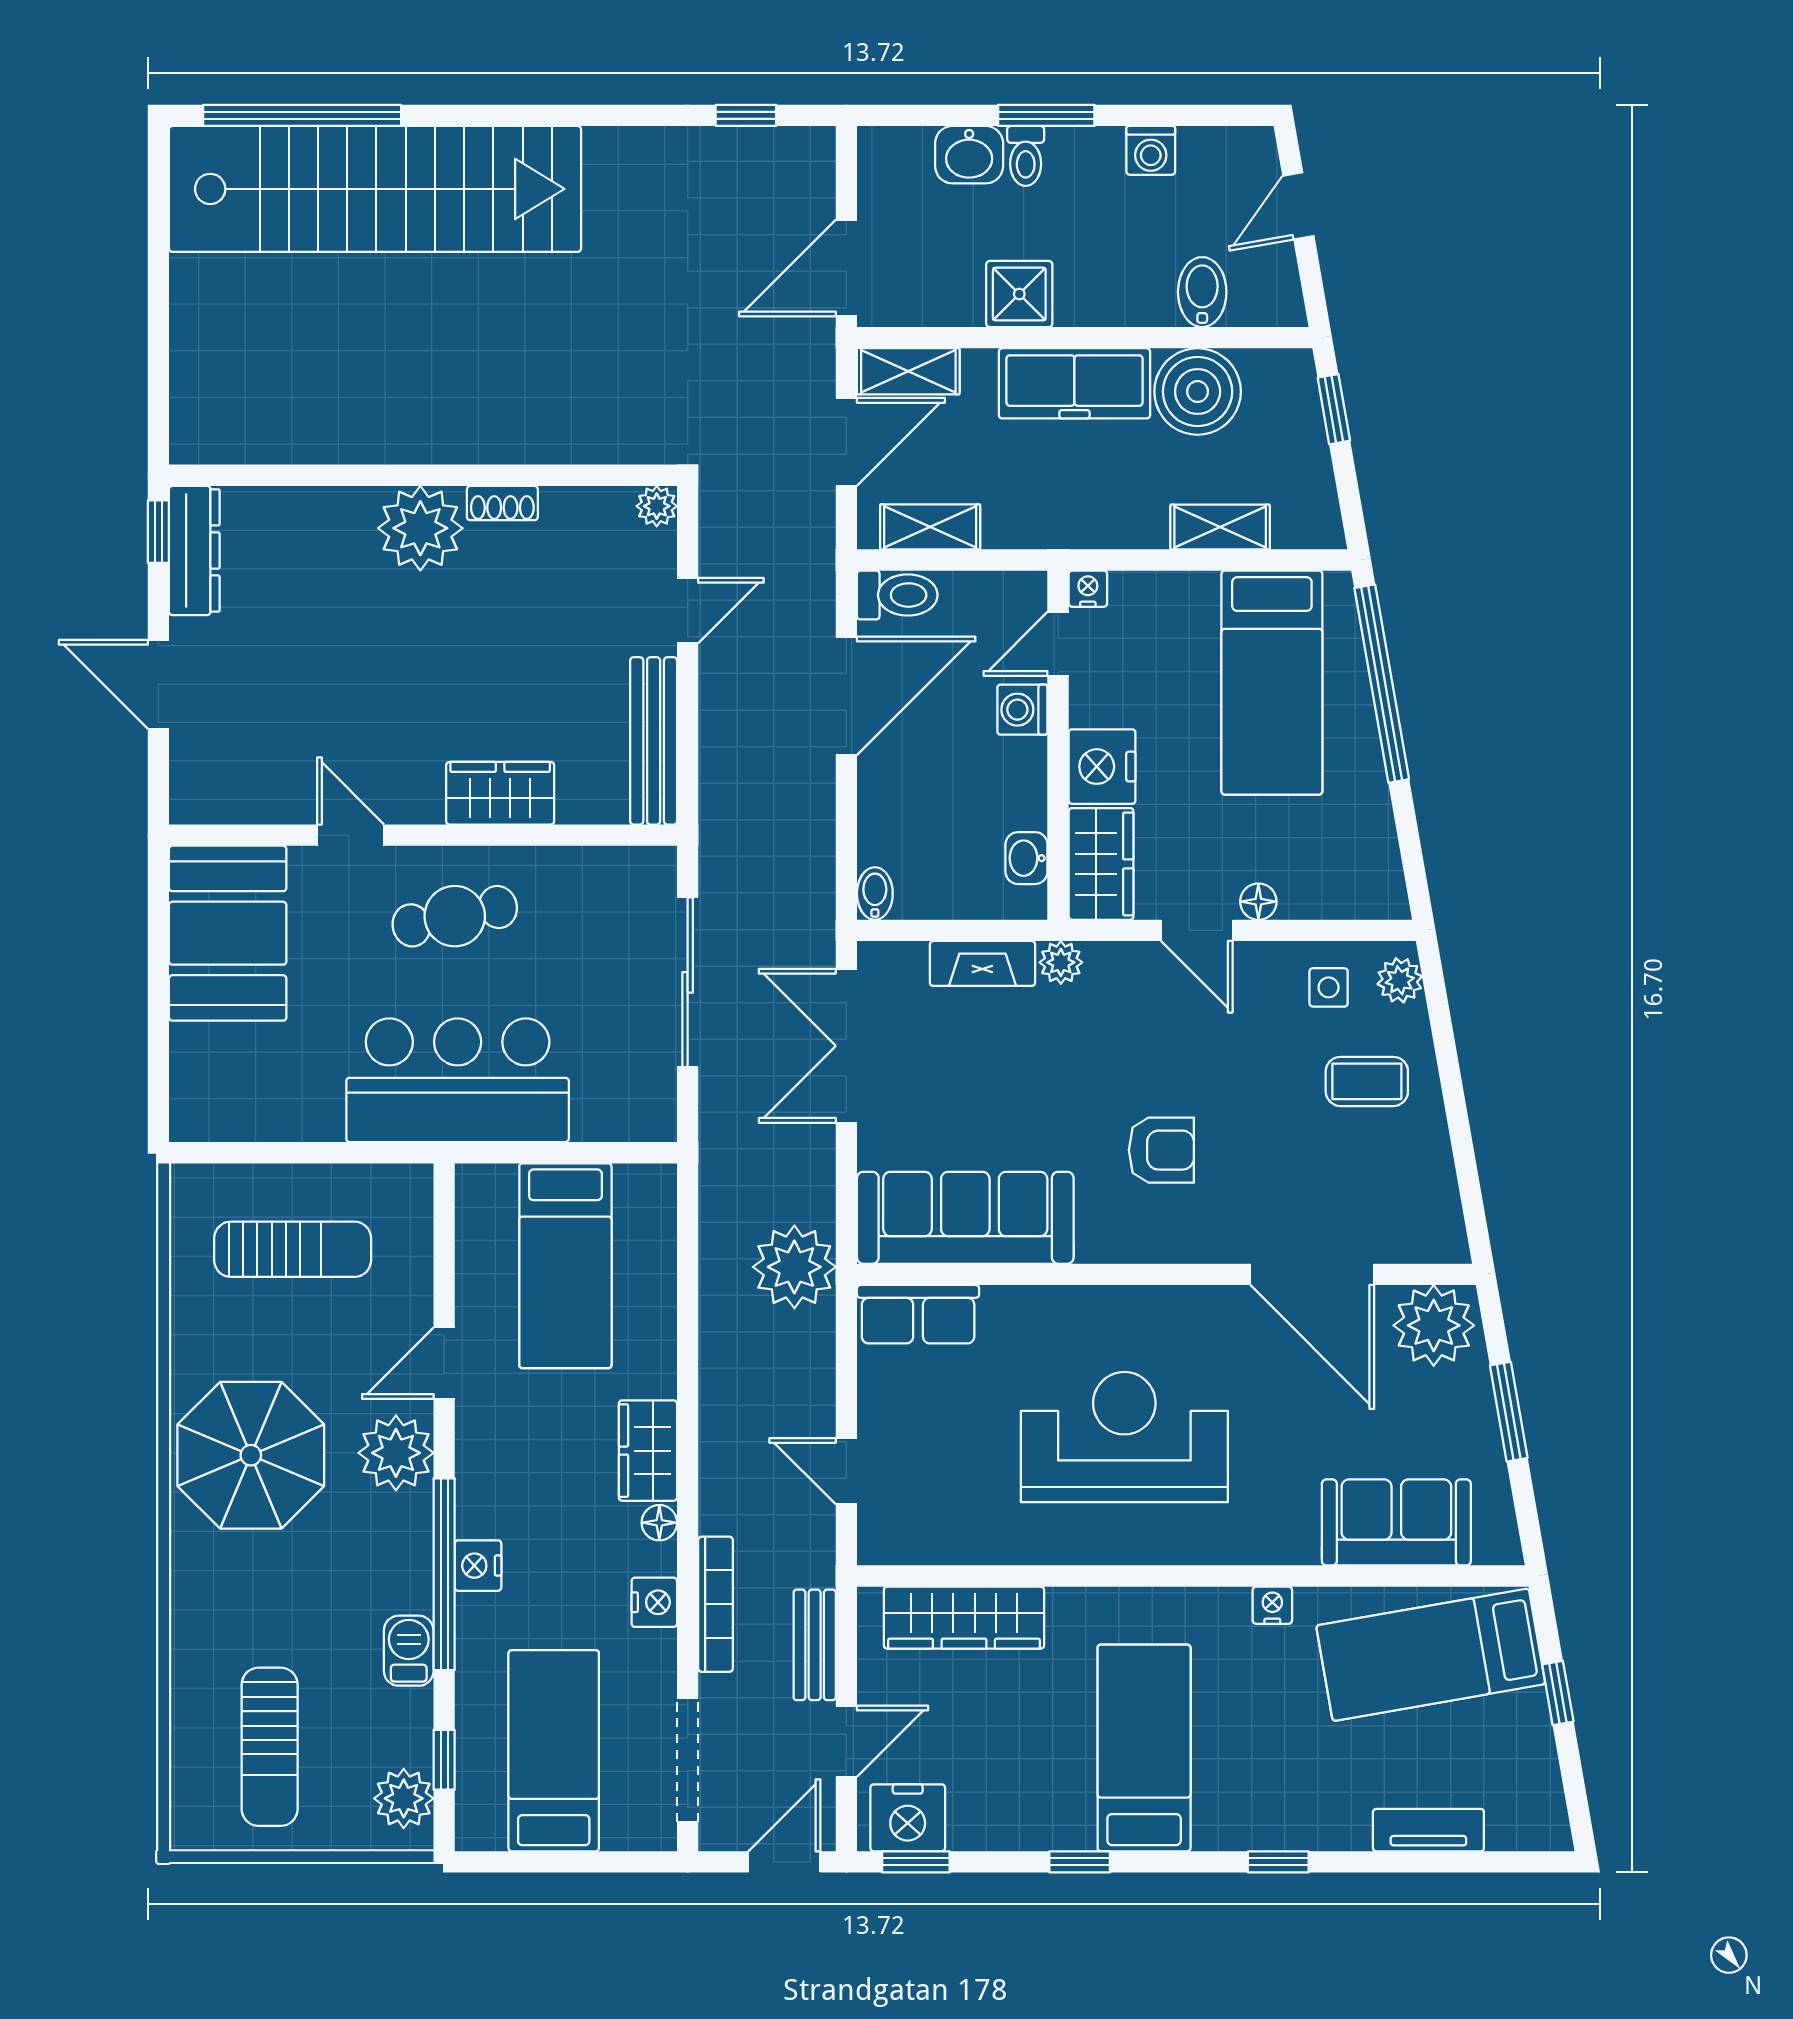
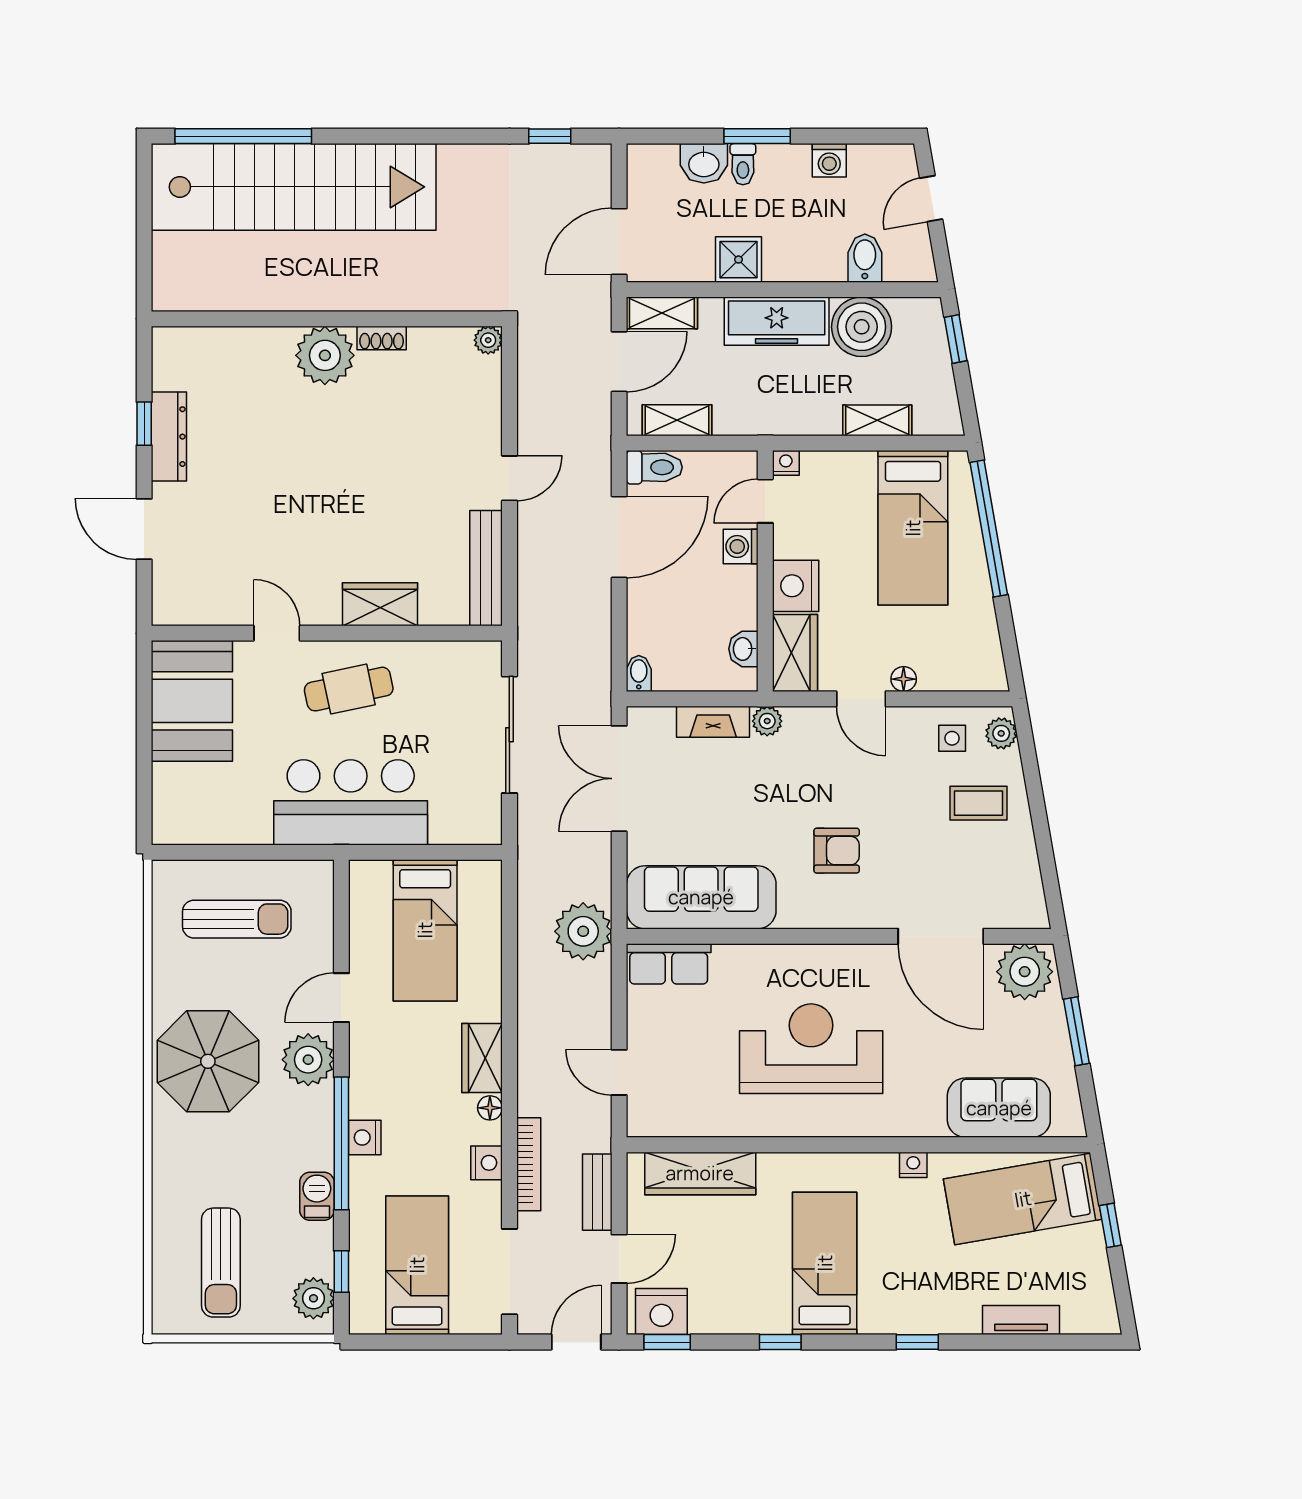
wall: (423, 475) -> (327, 319), moved
shoe rack: (502, 503) -> (382, 338), moved
plant: (657, 506) -> (488, 340), moved
plant: (420, 528) -> (325, 355), moved

